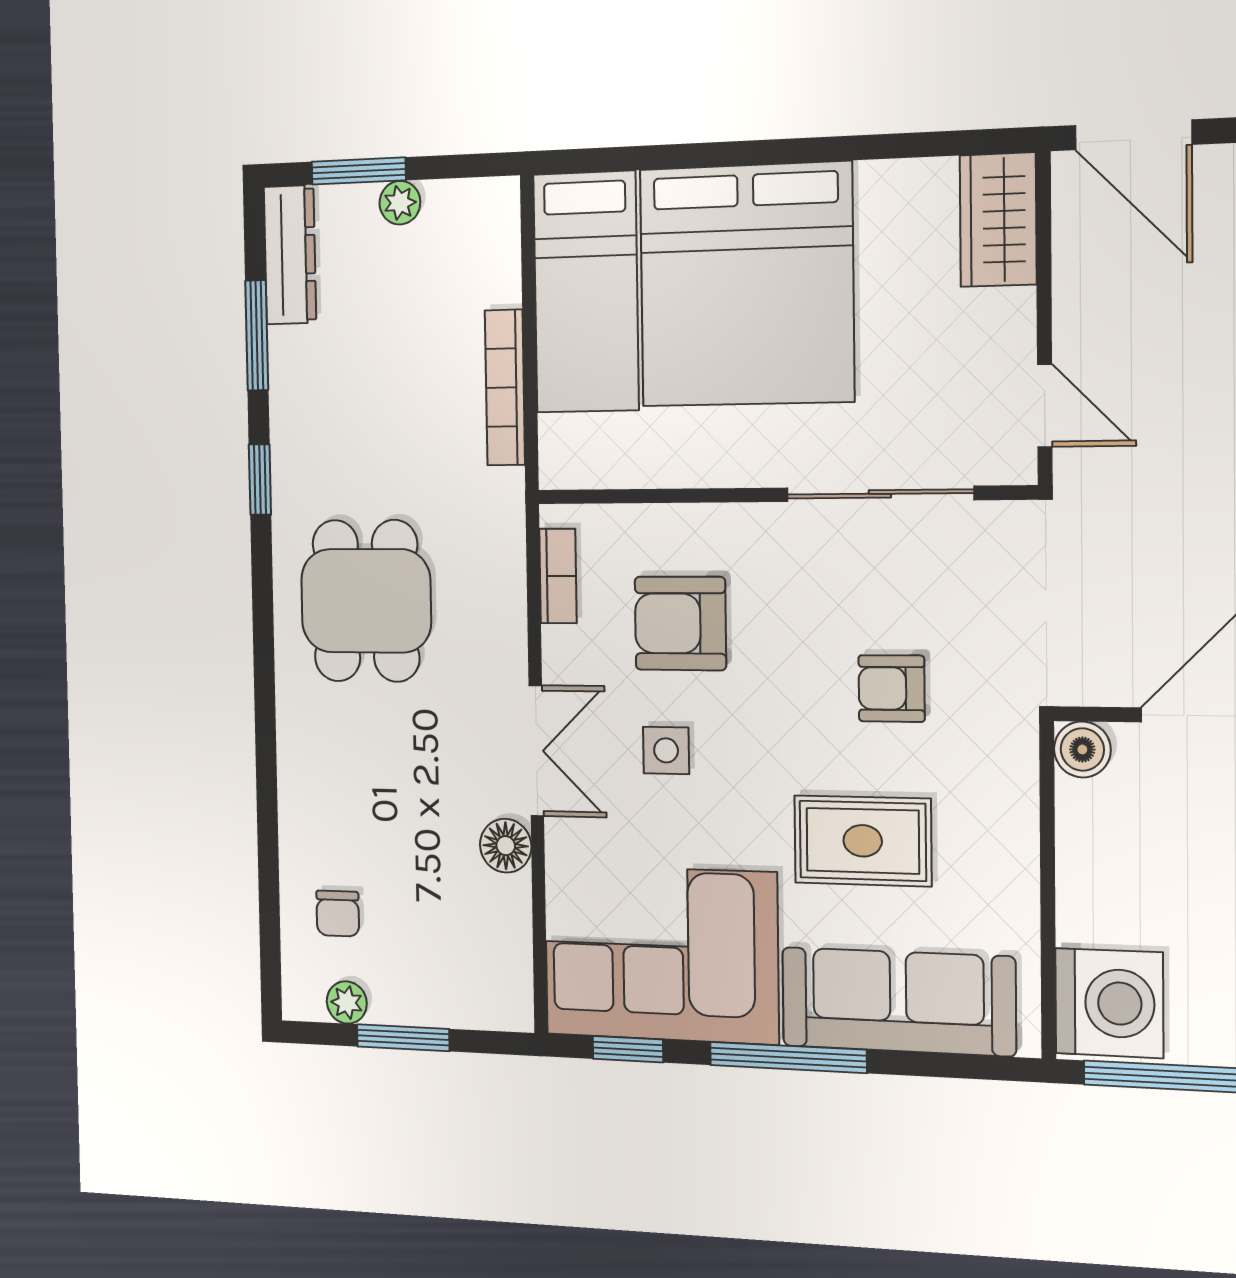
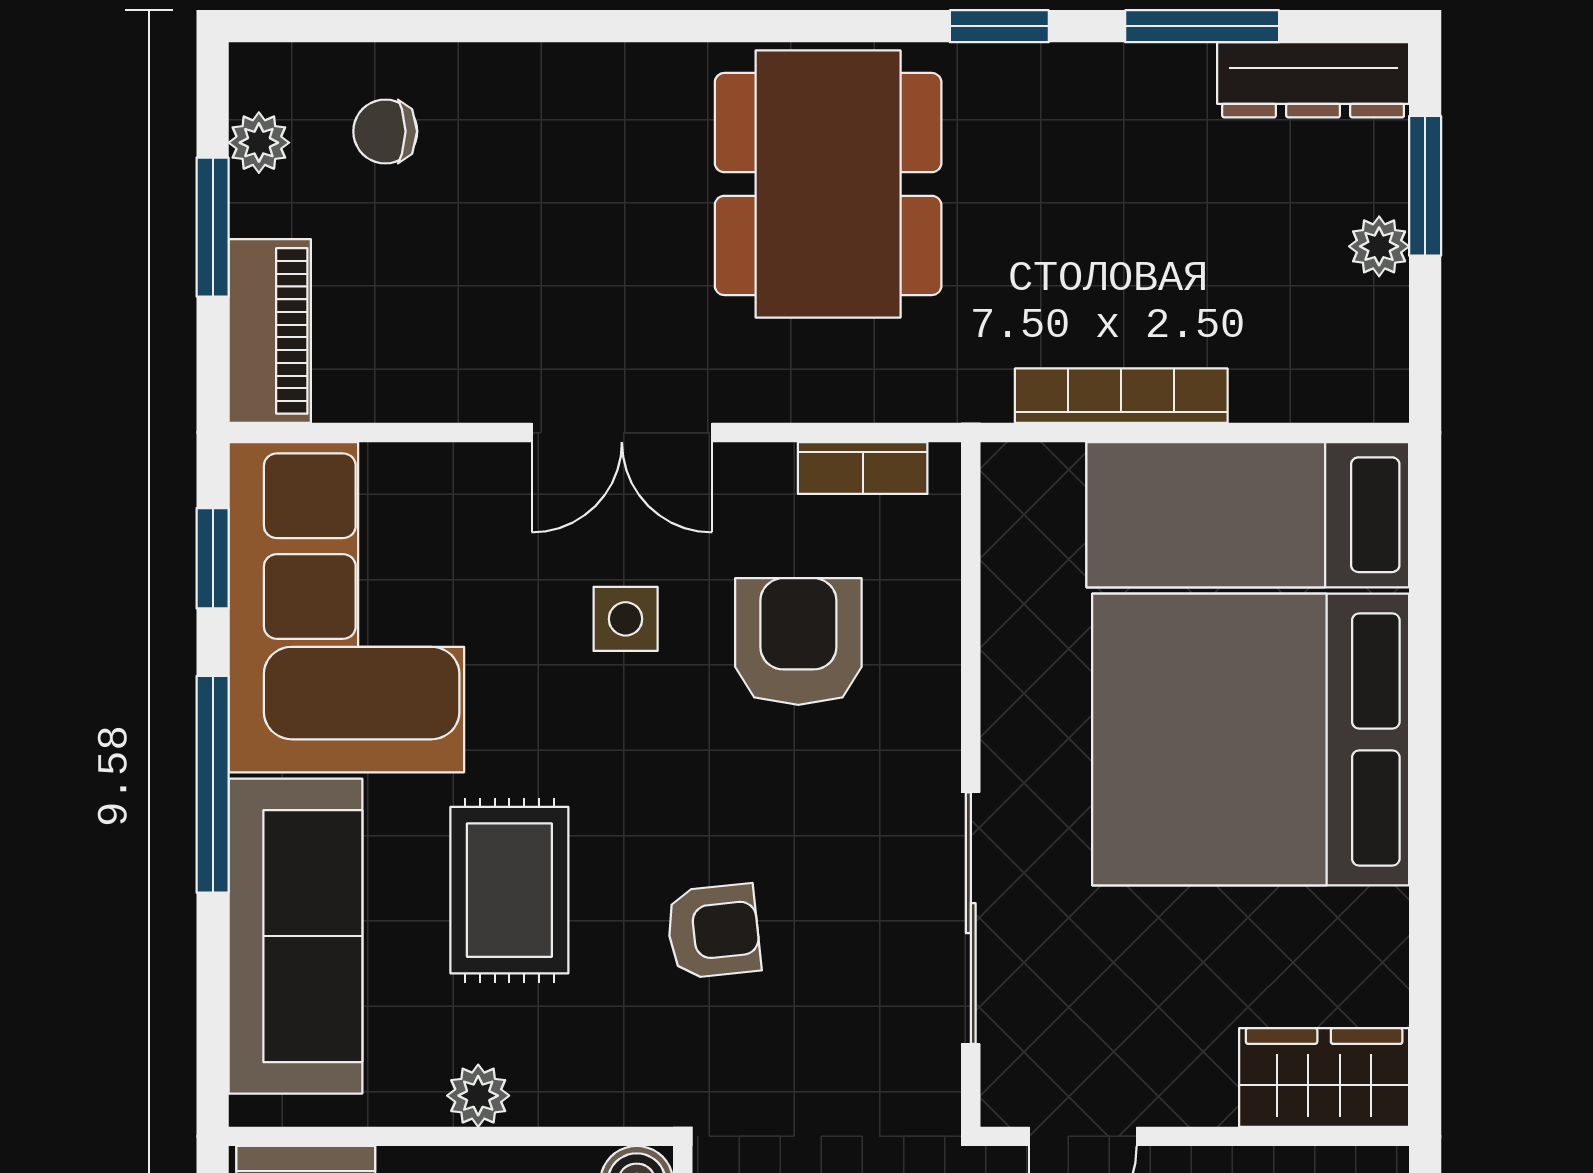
dining table: (366, 601) -> (828, 184), width x1.37
armchair: (892, 688) -> (713, 931), turned 84
floor lamp: (506, 846) -> (489, 385), removed
plant: (1016, 869) -> (478, 1096), added
piano: (472, 1001) -> (270, 331), added

